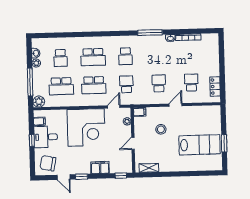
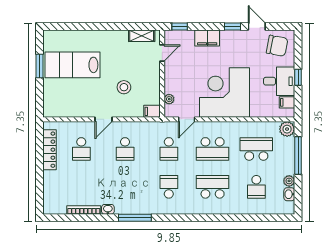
school desk: (60, 58) -> (256, 187), turned 180
school desk: (94, 85) -> (213, 149), turned 180
locker: (215, 86) -> (50, 150), width x1.53
door: (133, 143) -> (162, 53), moved

